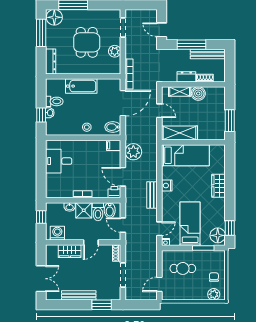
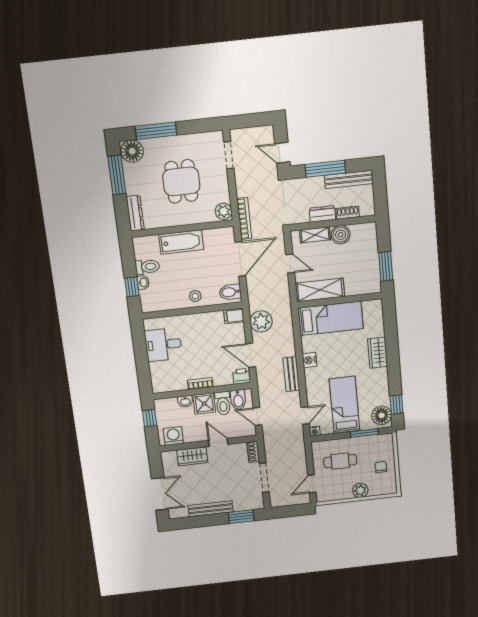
plant: (115, 51) -> (224, 211), moved
door: (91, 242) -> (218, 442), swing flipped
plant: (214, 294) -> (360, 490), moved

